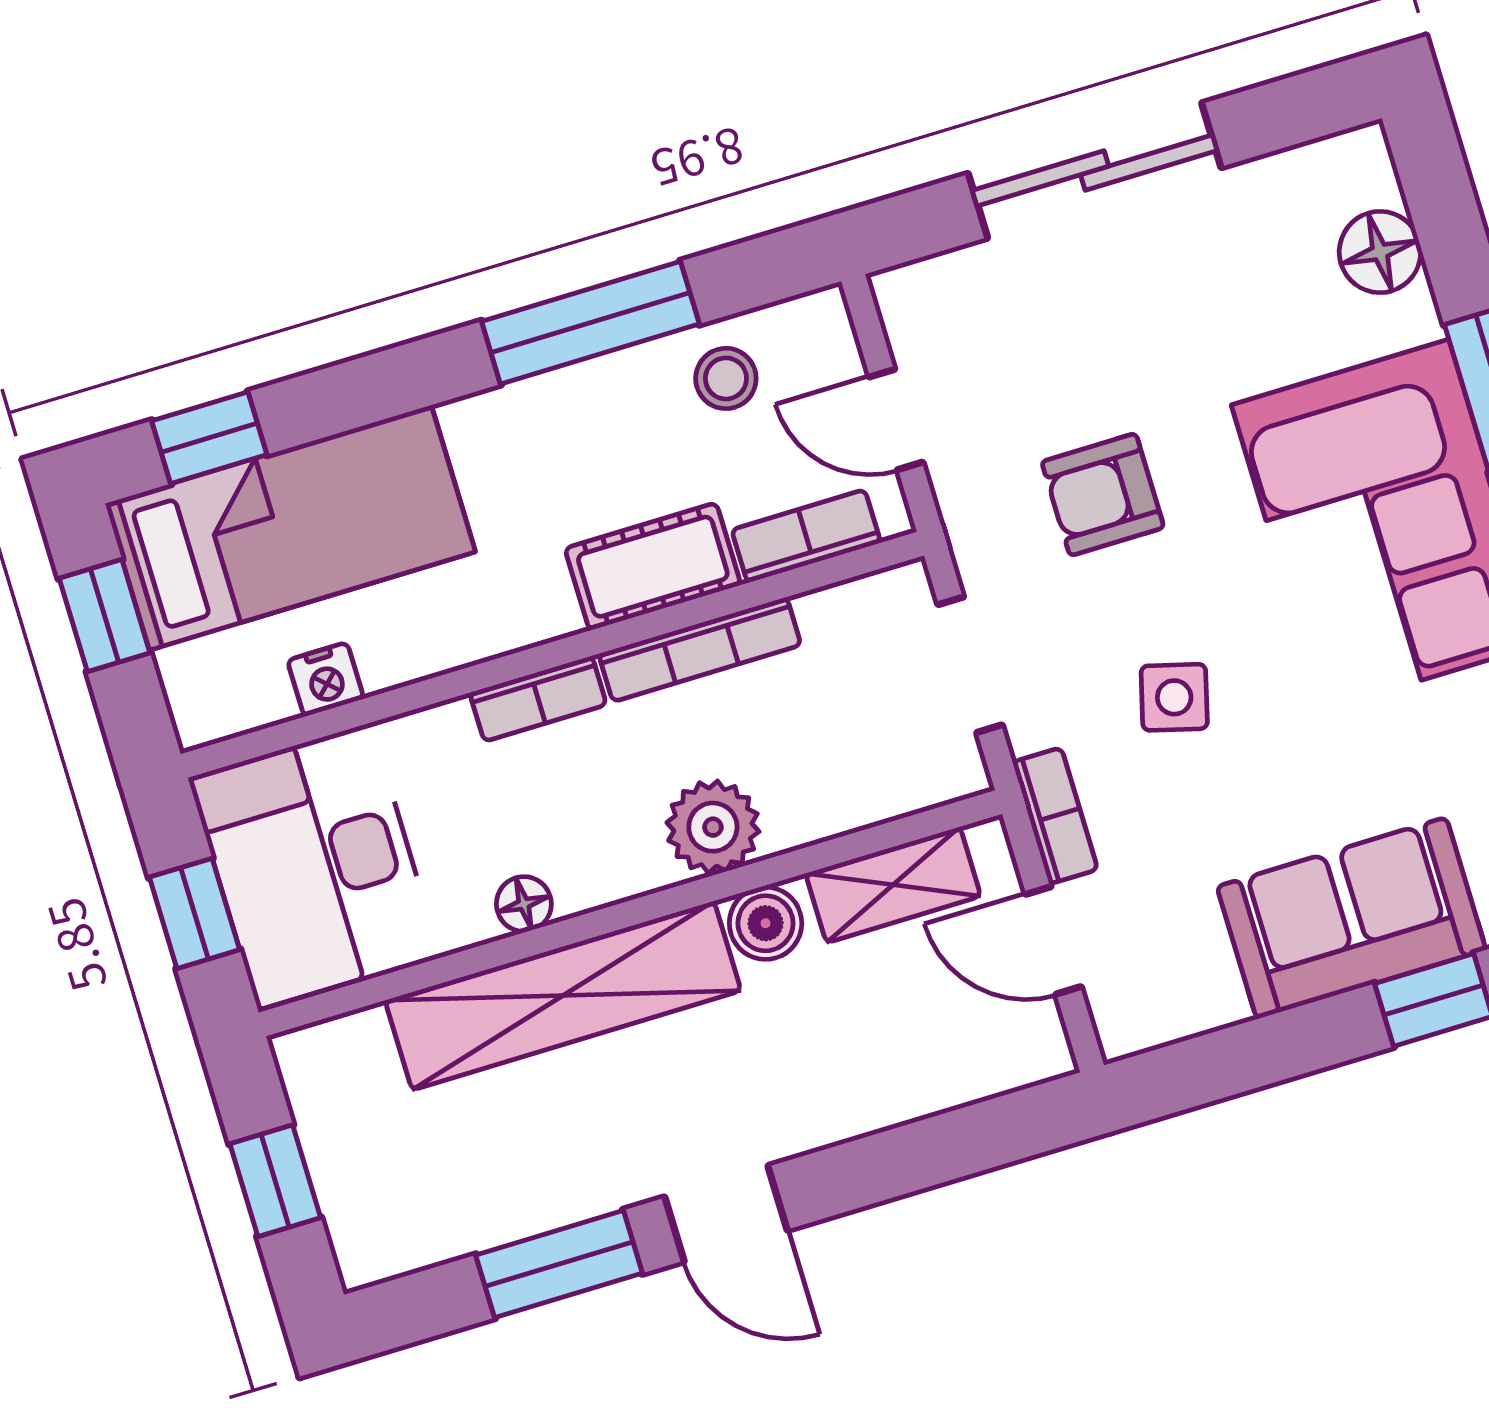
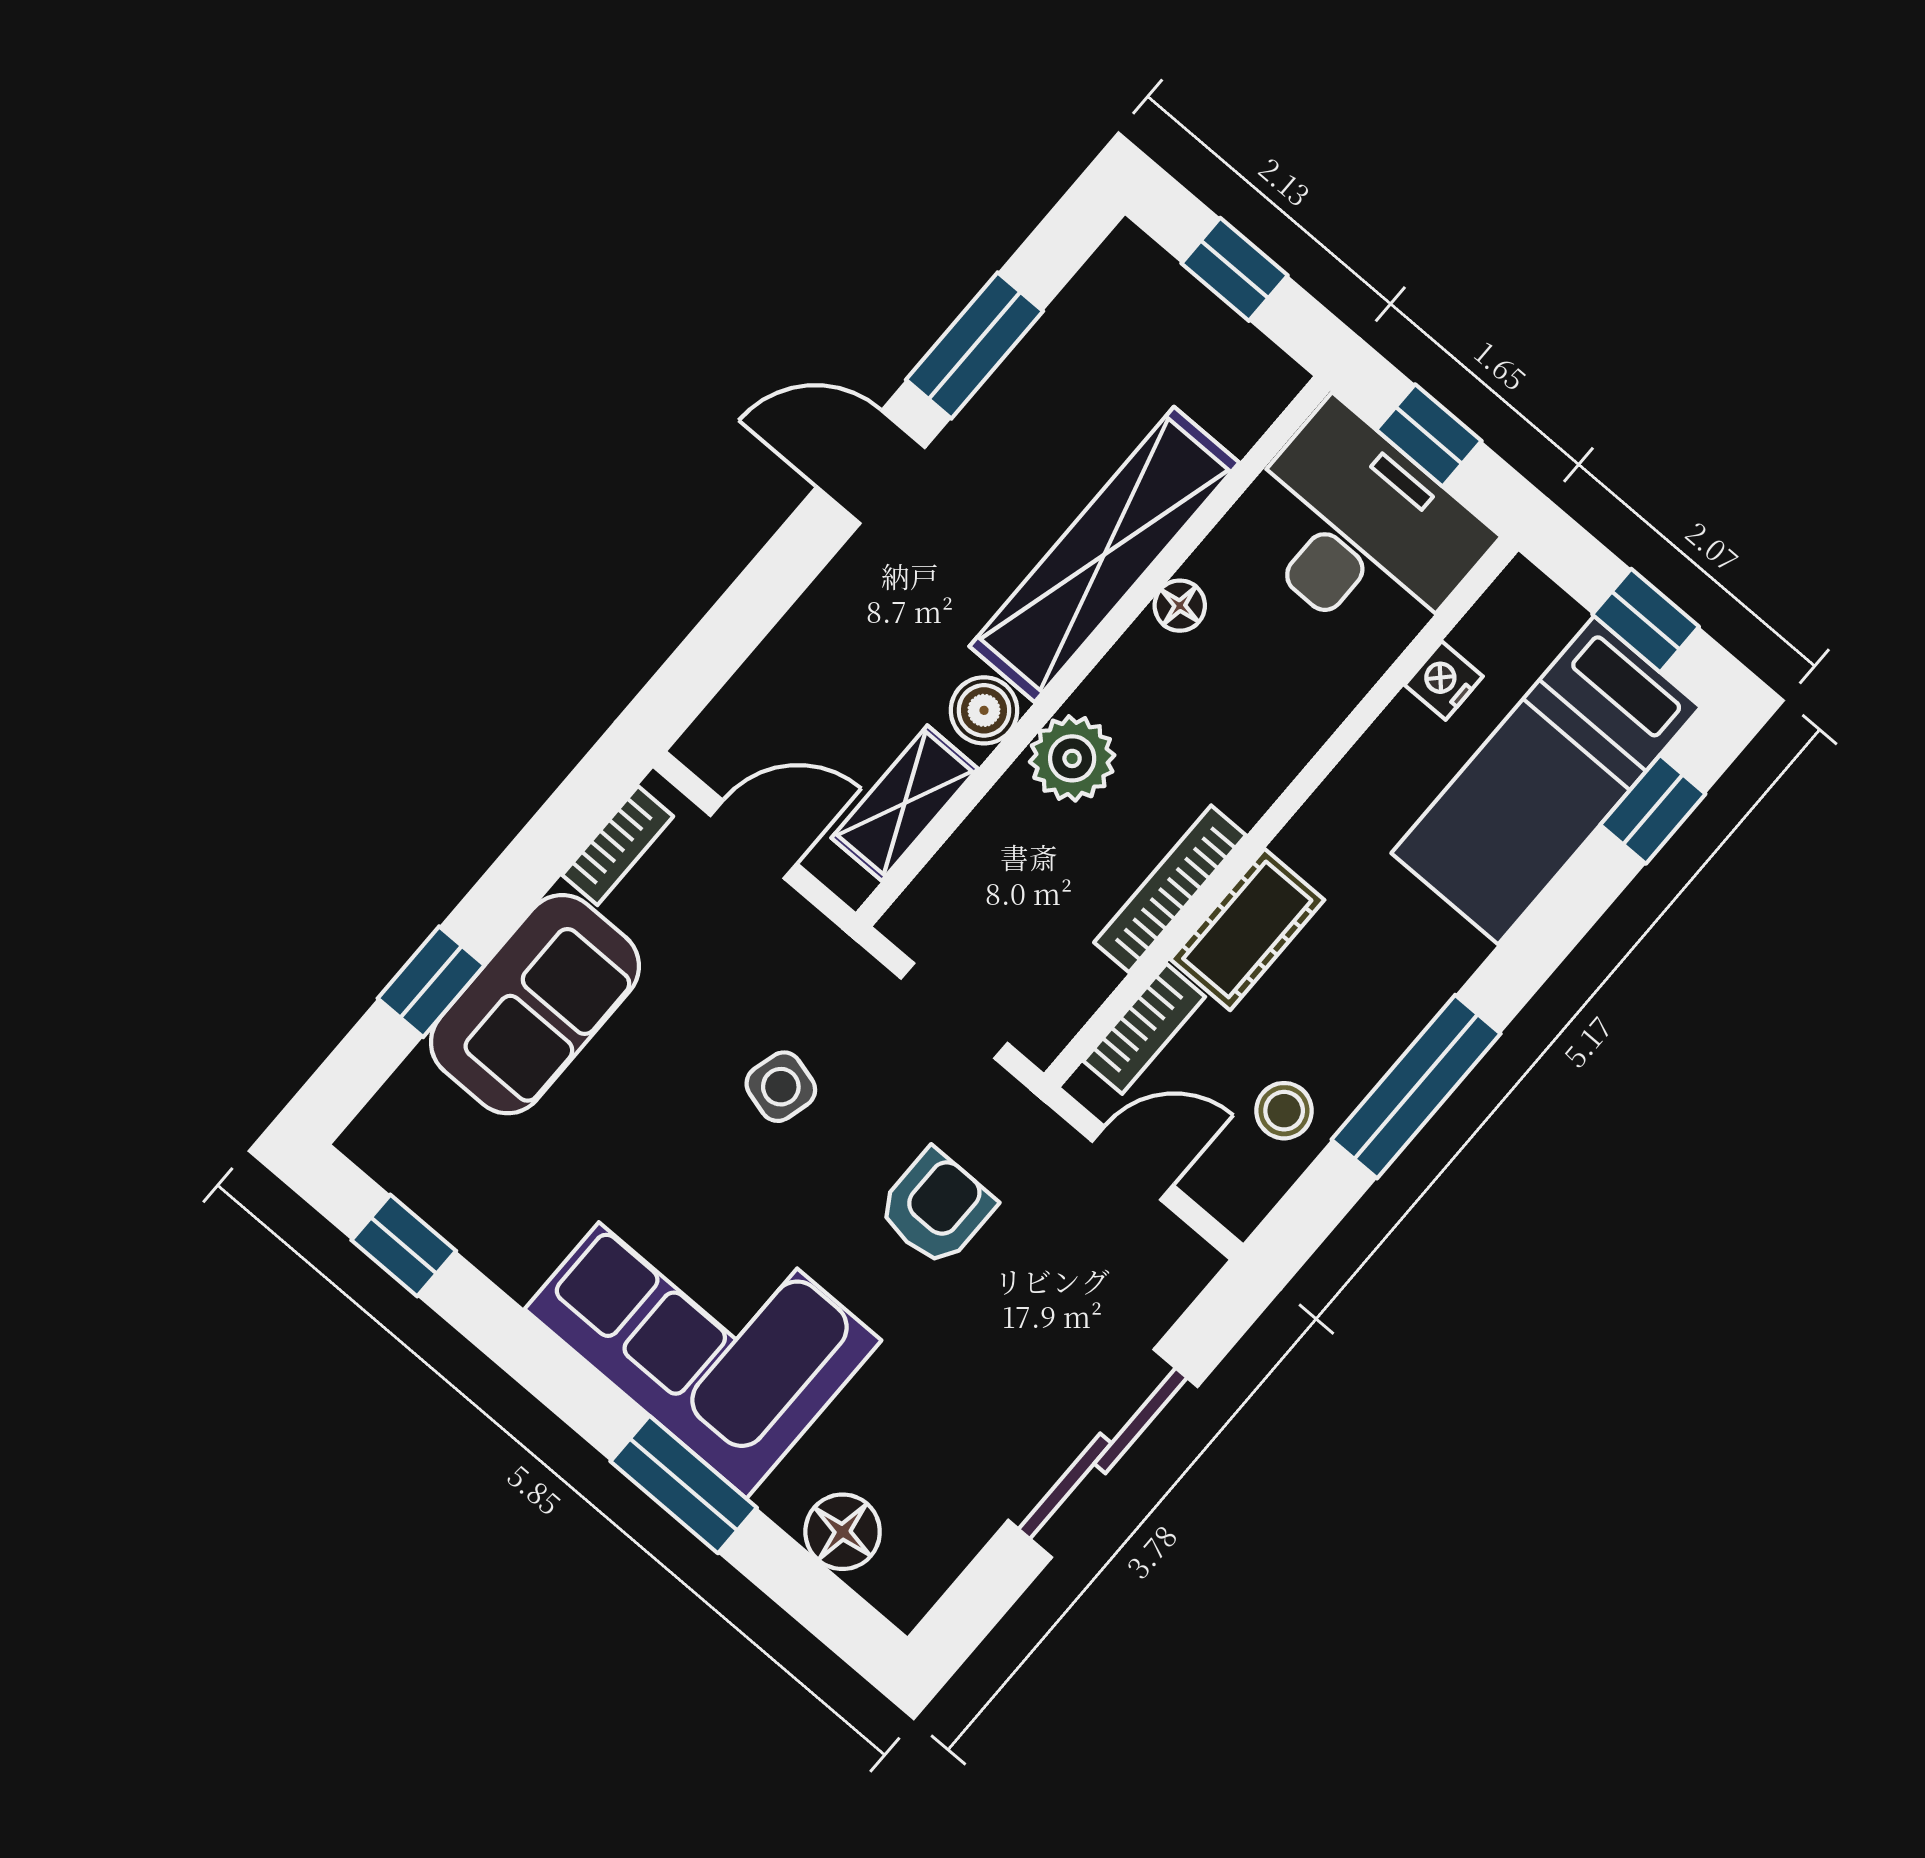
bookcase: (538, 699) -> (1270, 771), removed
bookcase: (1055, 816) -> (618, 846), moved, turned -90

